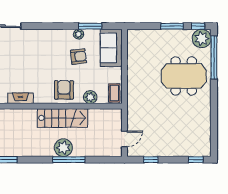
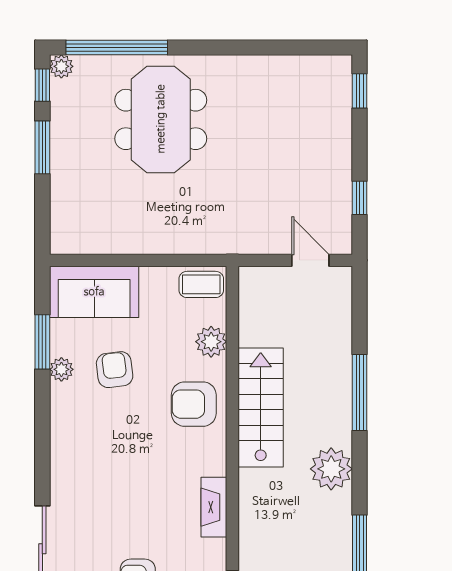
plant: (202, 39) -> (61, 66), width x0.53, depth x0.53
plant: (63, 148) -> (331, 469), moved

